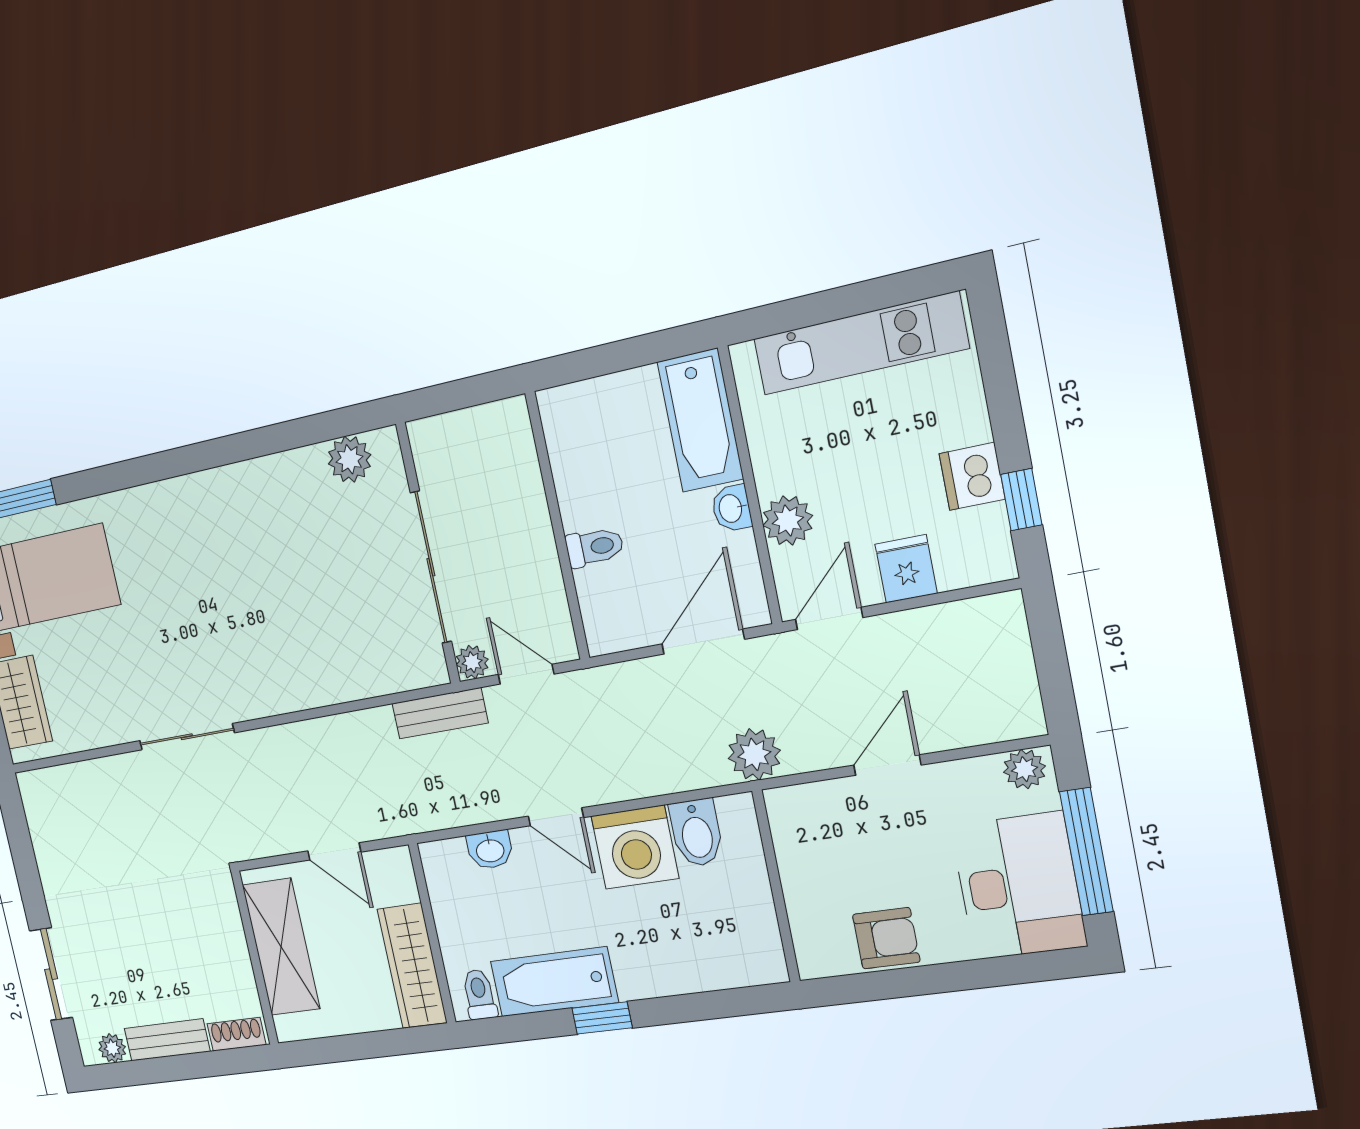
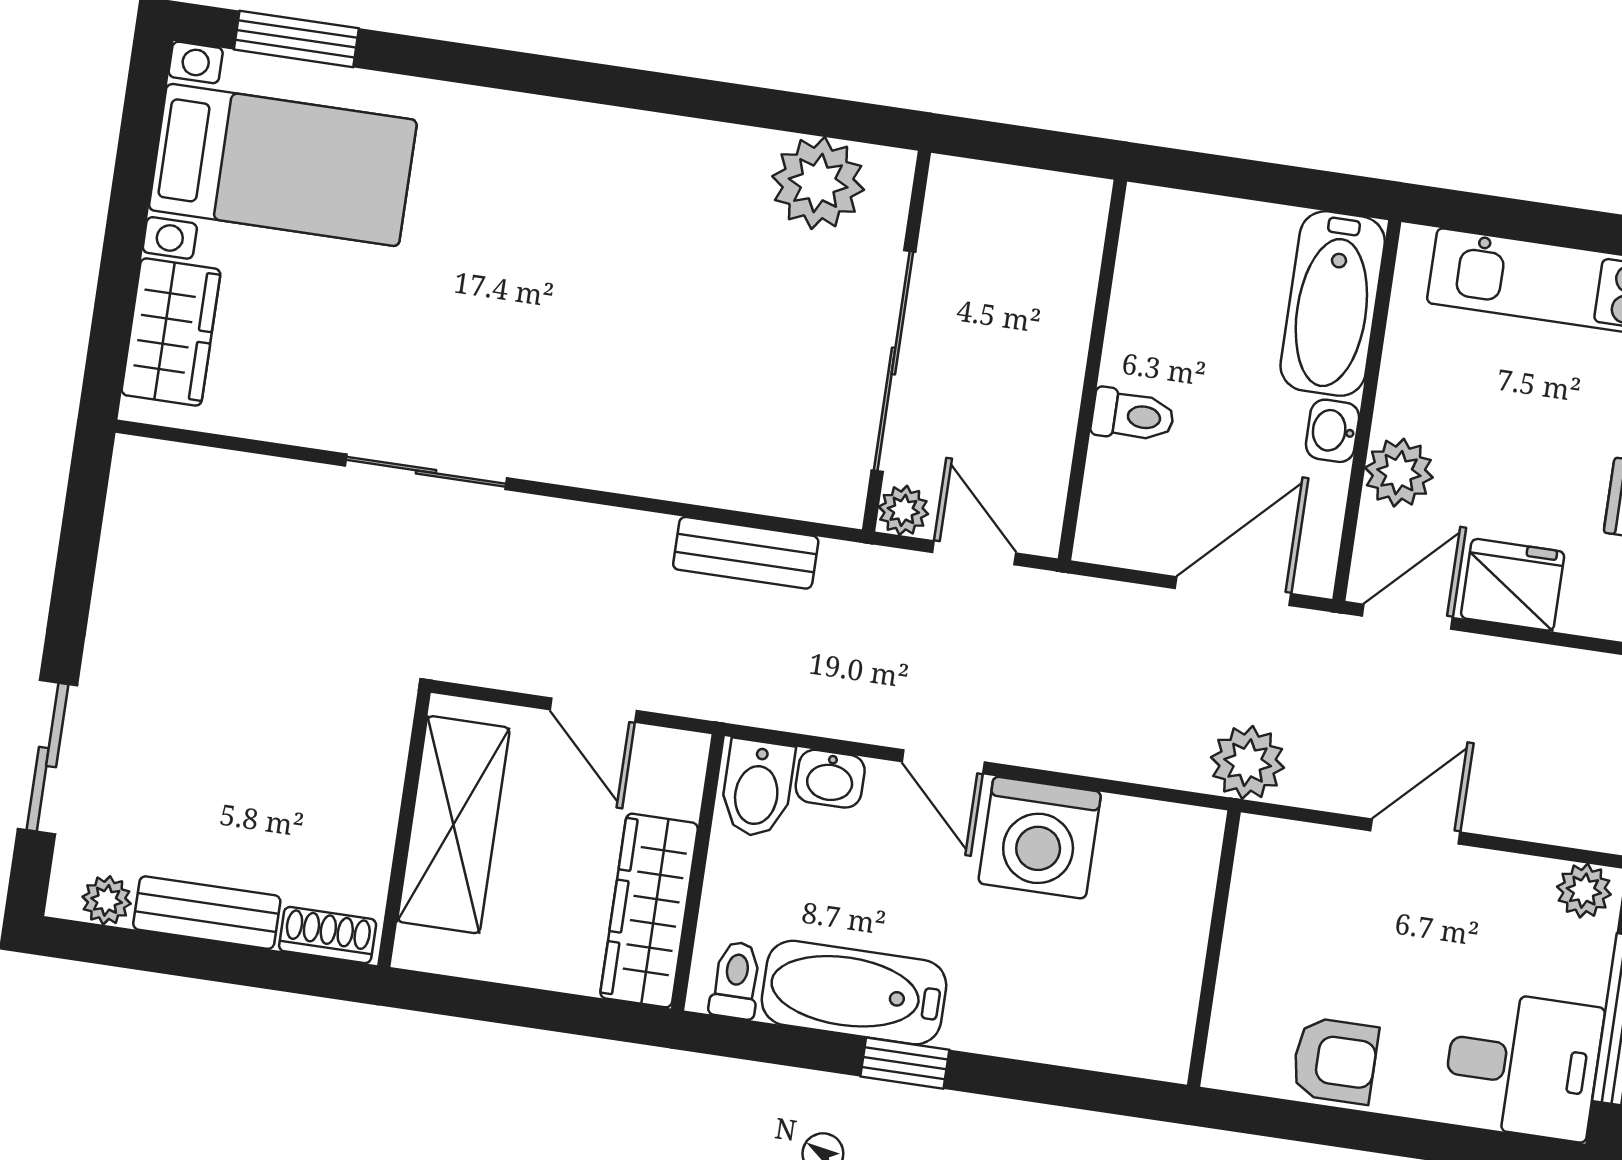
plant: (349, 459) -> (818, 183), width x1.36, depth x1.36
fridge: (906, 569) -> (1513, 585), width x1.38
bench: (440, 713) -> (746, 553), moved
bidet: (696, 833) -> (757, 789), moved
desk: (1018, 886) -> (1522, 1065), width x0.73

